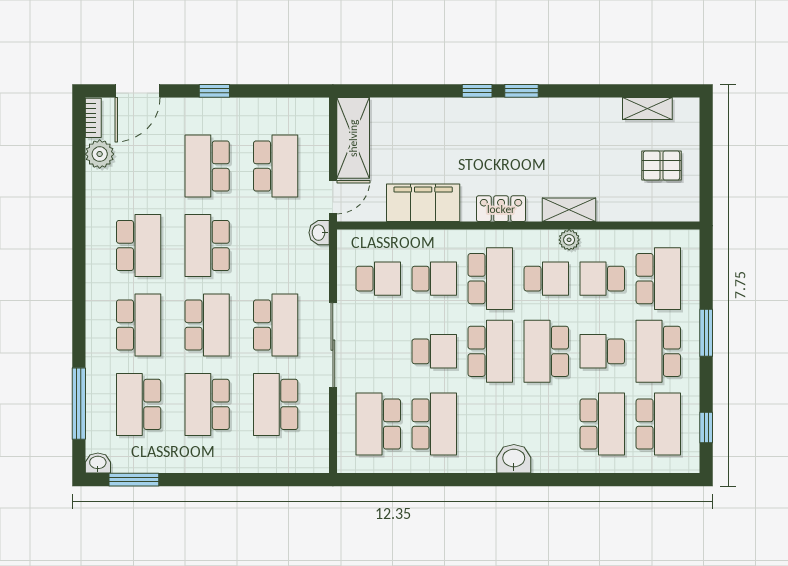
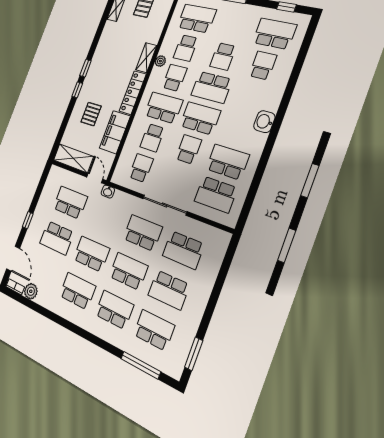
pallet: (441, 140) -> (91, 114), added
locker: (501, 209) -> (133, 93), width x1.53
school desk: (207, 245) -> (91, 254), turned 180
school desk: (434, 279) -> (152, 138), turned 180
school desk: (658, 351) -> (234, 26), removed
school desk: (139, 404) -> (154, 330), turned 180
school desk: (602, 424) -> (263, 66), width x0.54
washbasin: (98, 463) -> (176, 371), removed

